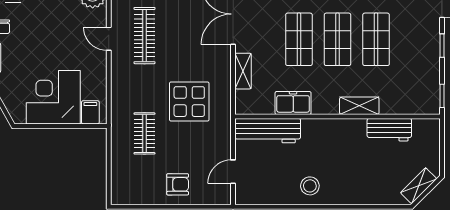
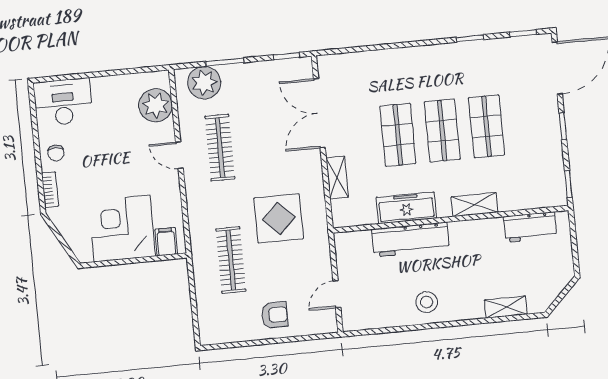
freezer: (293, 103) -> (406, 208), width x1.40
workbench: (389, 130) -> (530, 227), moved
workbench: (268, 131) -> (410, 240), moved
clothes rail: (144, 133) -> (231, 260), width x1.36
shelving: (419, 186) -> (506, 307), moved, turned 45

